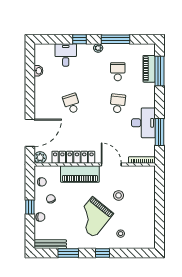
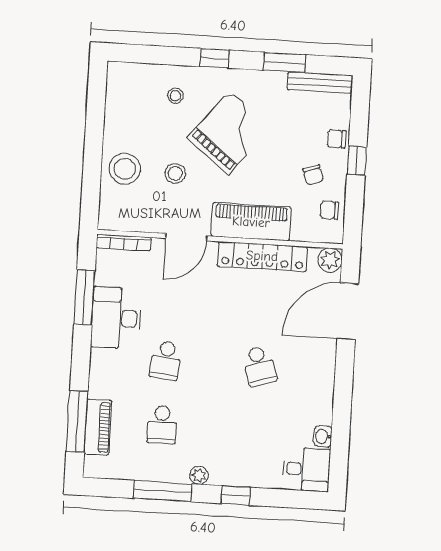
desk: (66, 55) -> (306, 469), moved, turned -90
door: (111, 164) -> (186, 237), hinge flipped
stool: (143, 196) -> (125, 169), added

